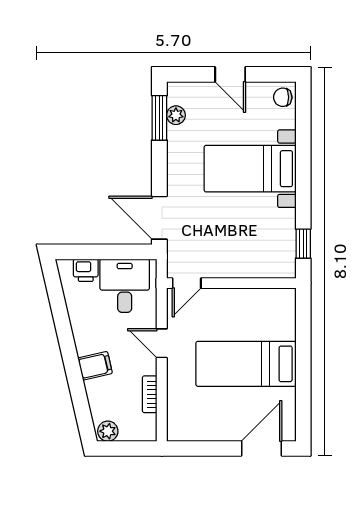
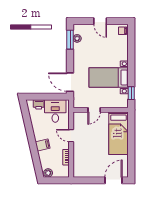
bed with nightstands: (250, 169) -> (109, 77), moved
door: (187, 283) -> (94, 110), moved
bed: (246, 364) -> (118, 133), moved, turned -90

